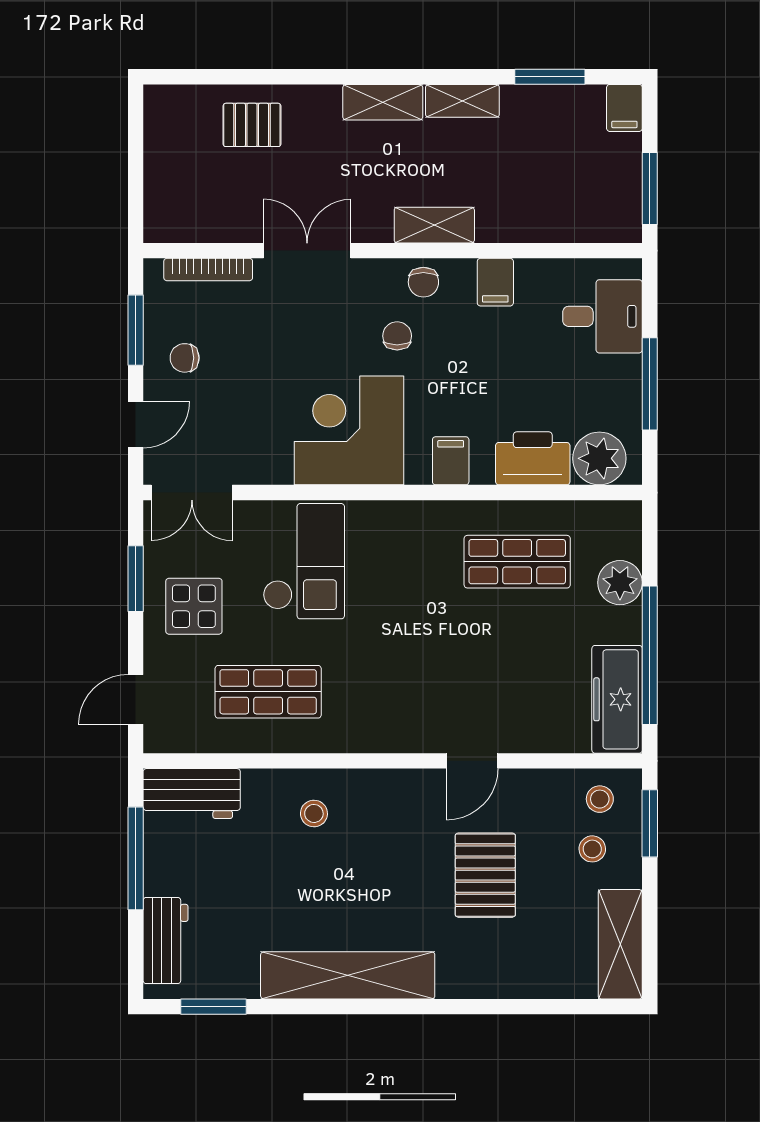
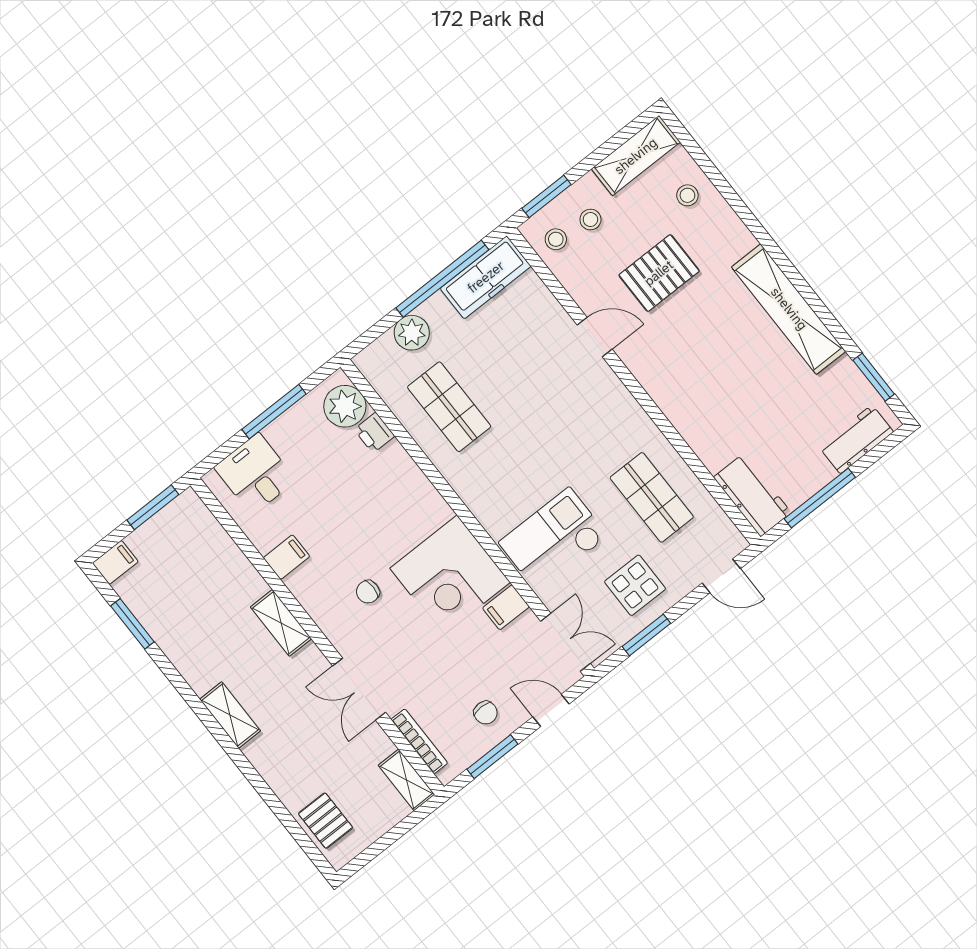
shelving: (462, 101) -> (406, 780), moved
pallet: (252, 125) -> (325, 821), moved
chair: (423, 282) -> (322, 602), removed
printer: (533, 458) -> (374, 433), width x0.53, depth x0.68
filing cabinet: (451, 461) -> (506, 607), moved
stool: (314, 813) -> (687, 195), moved

